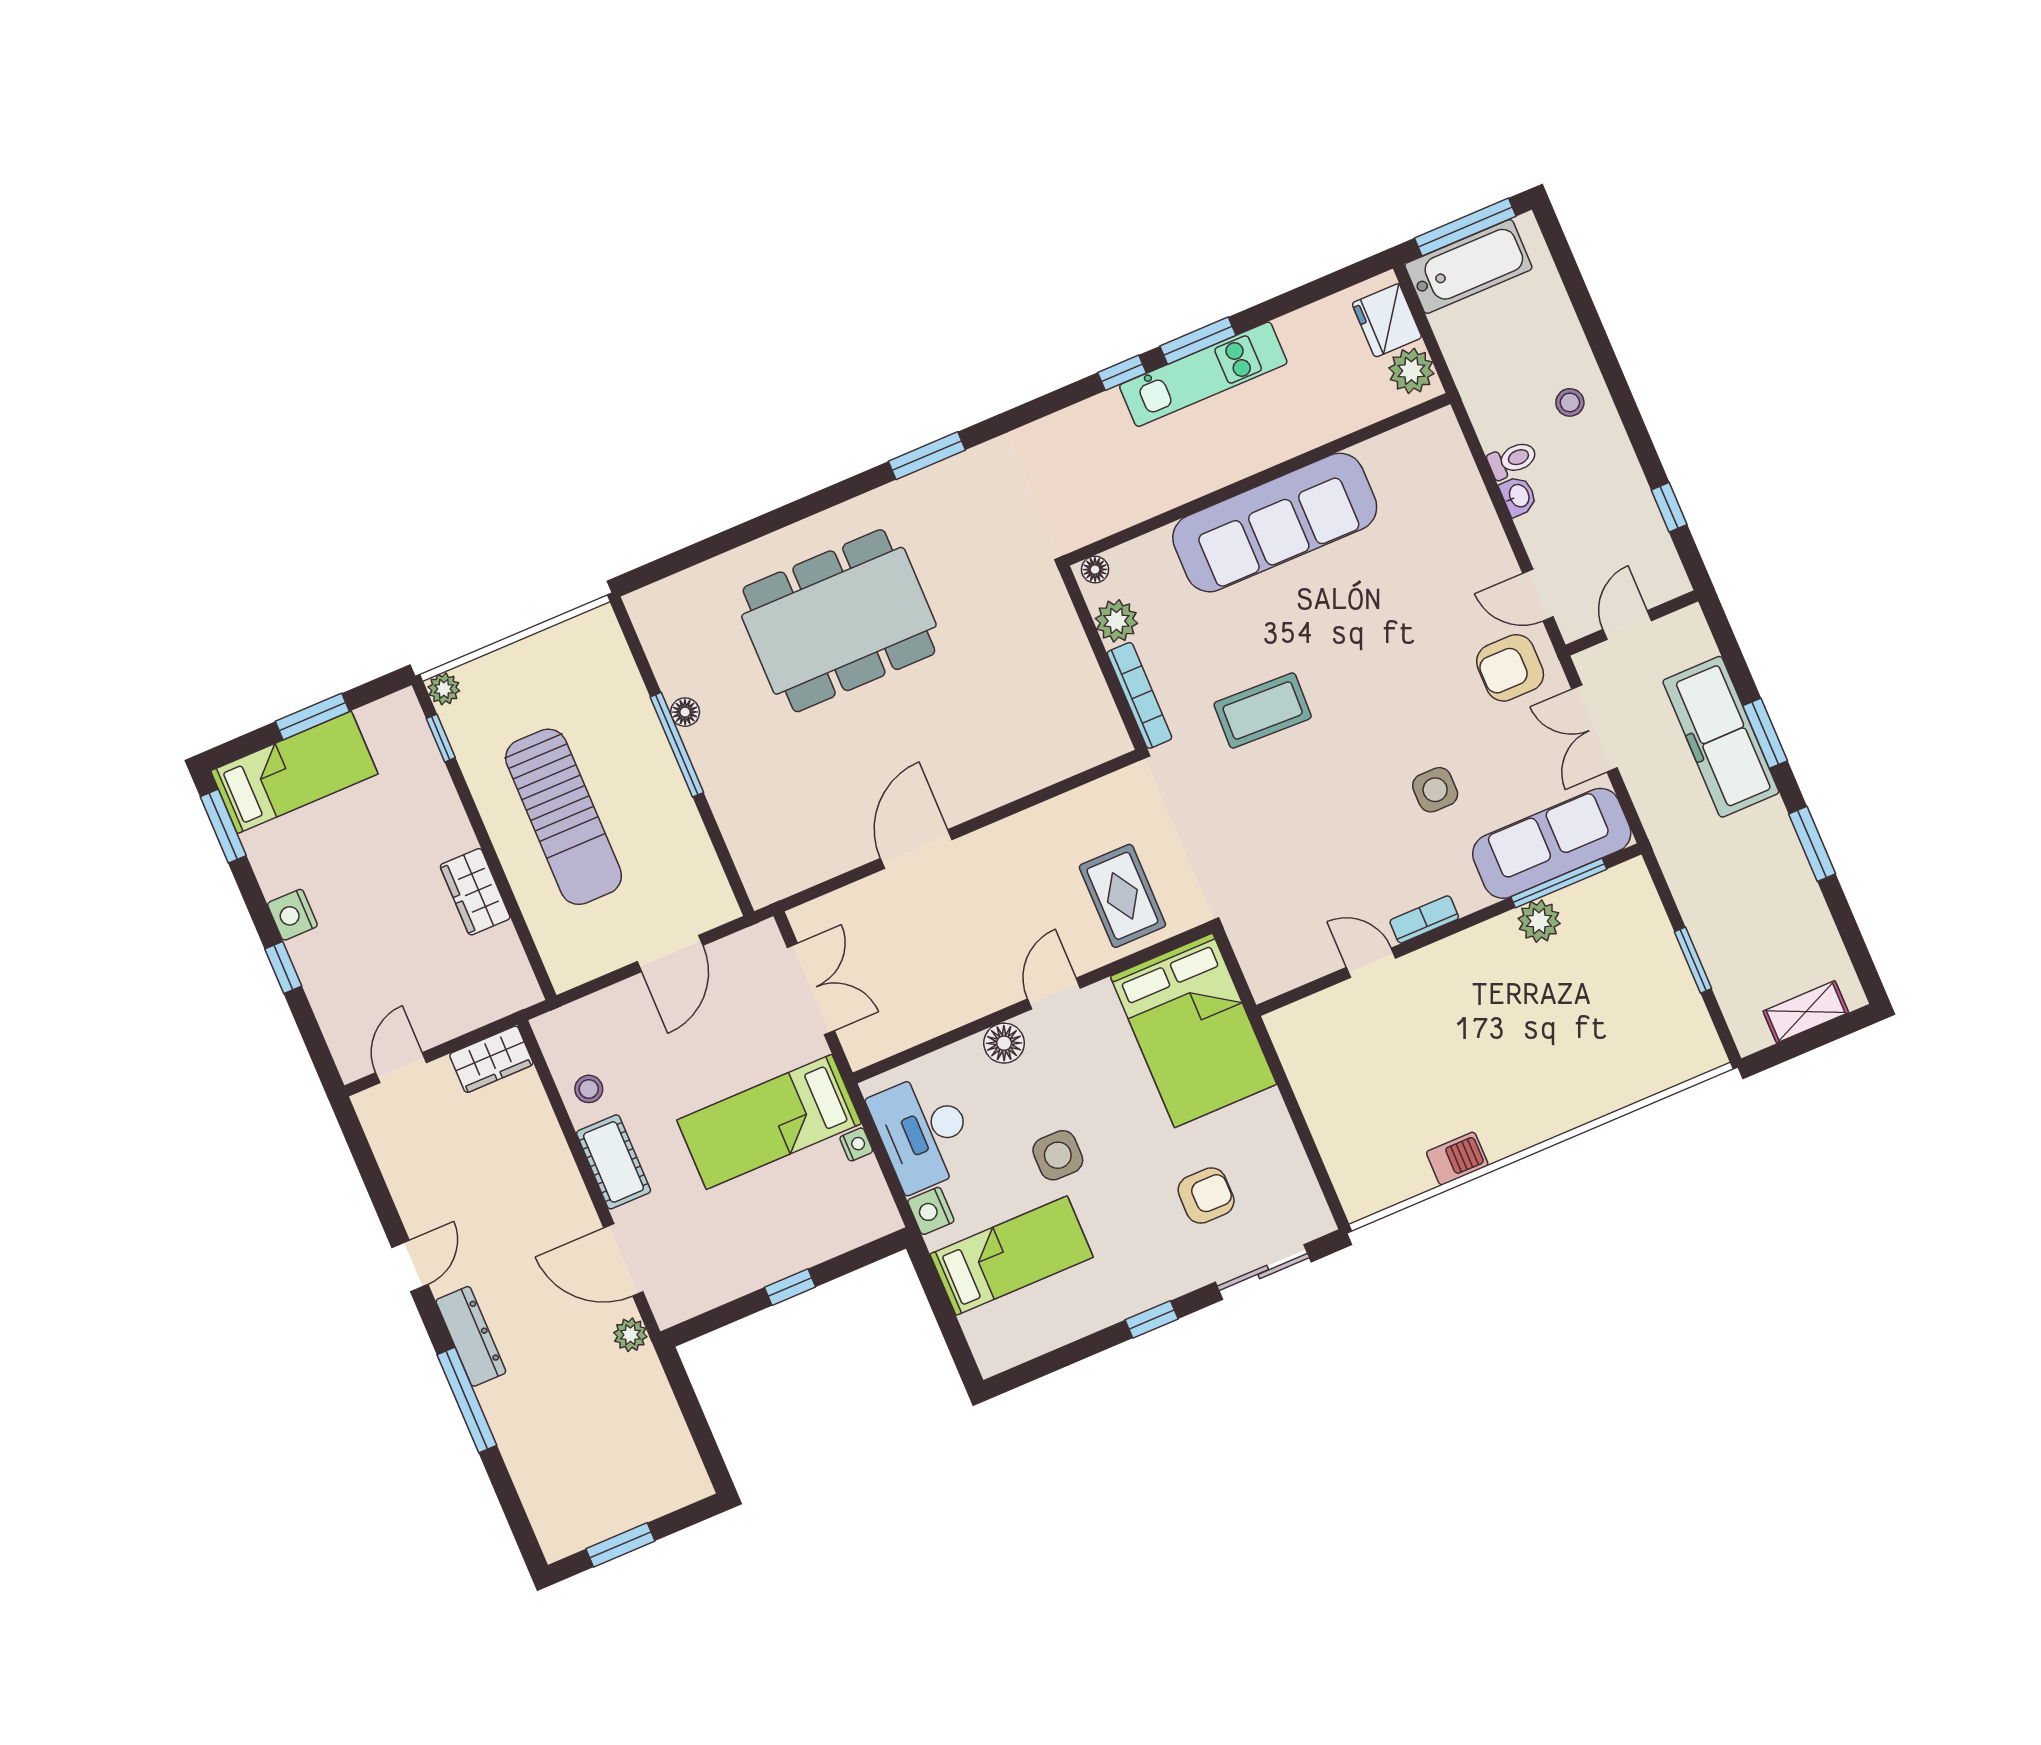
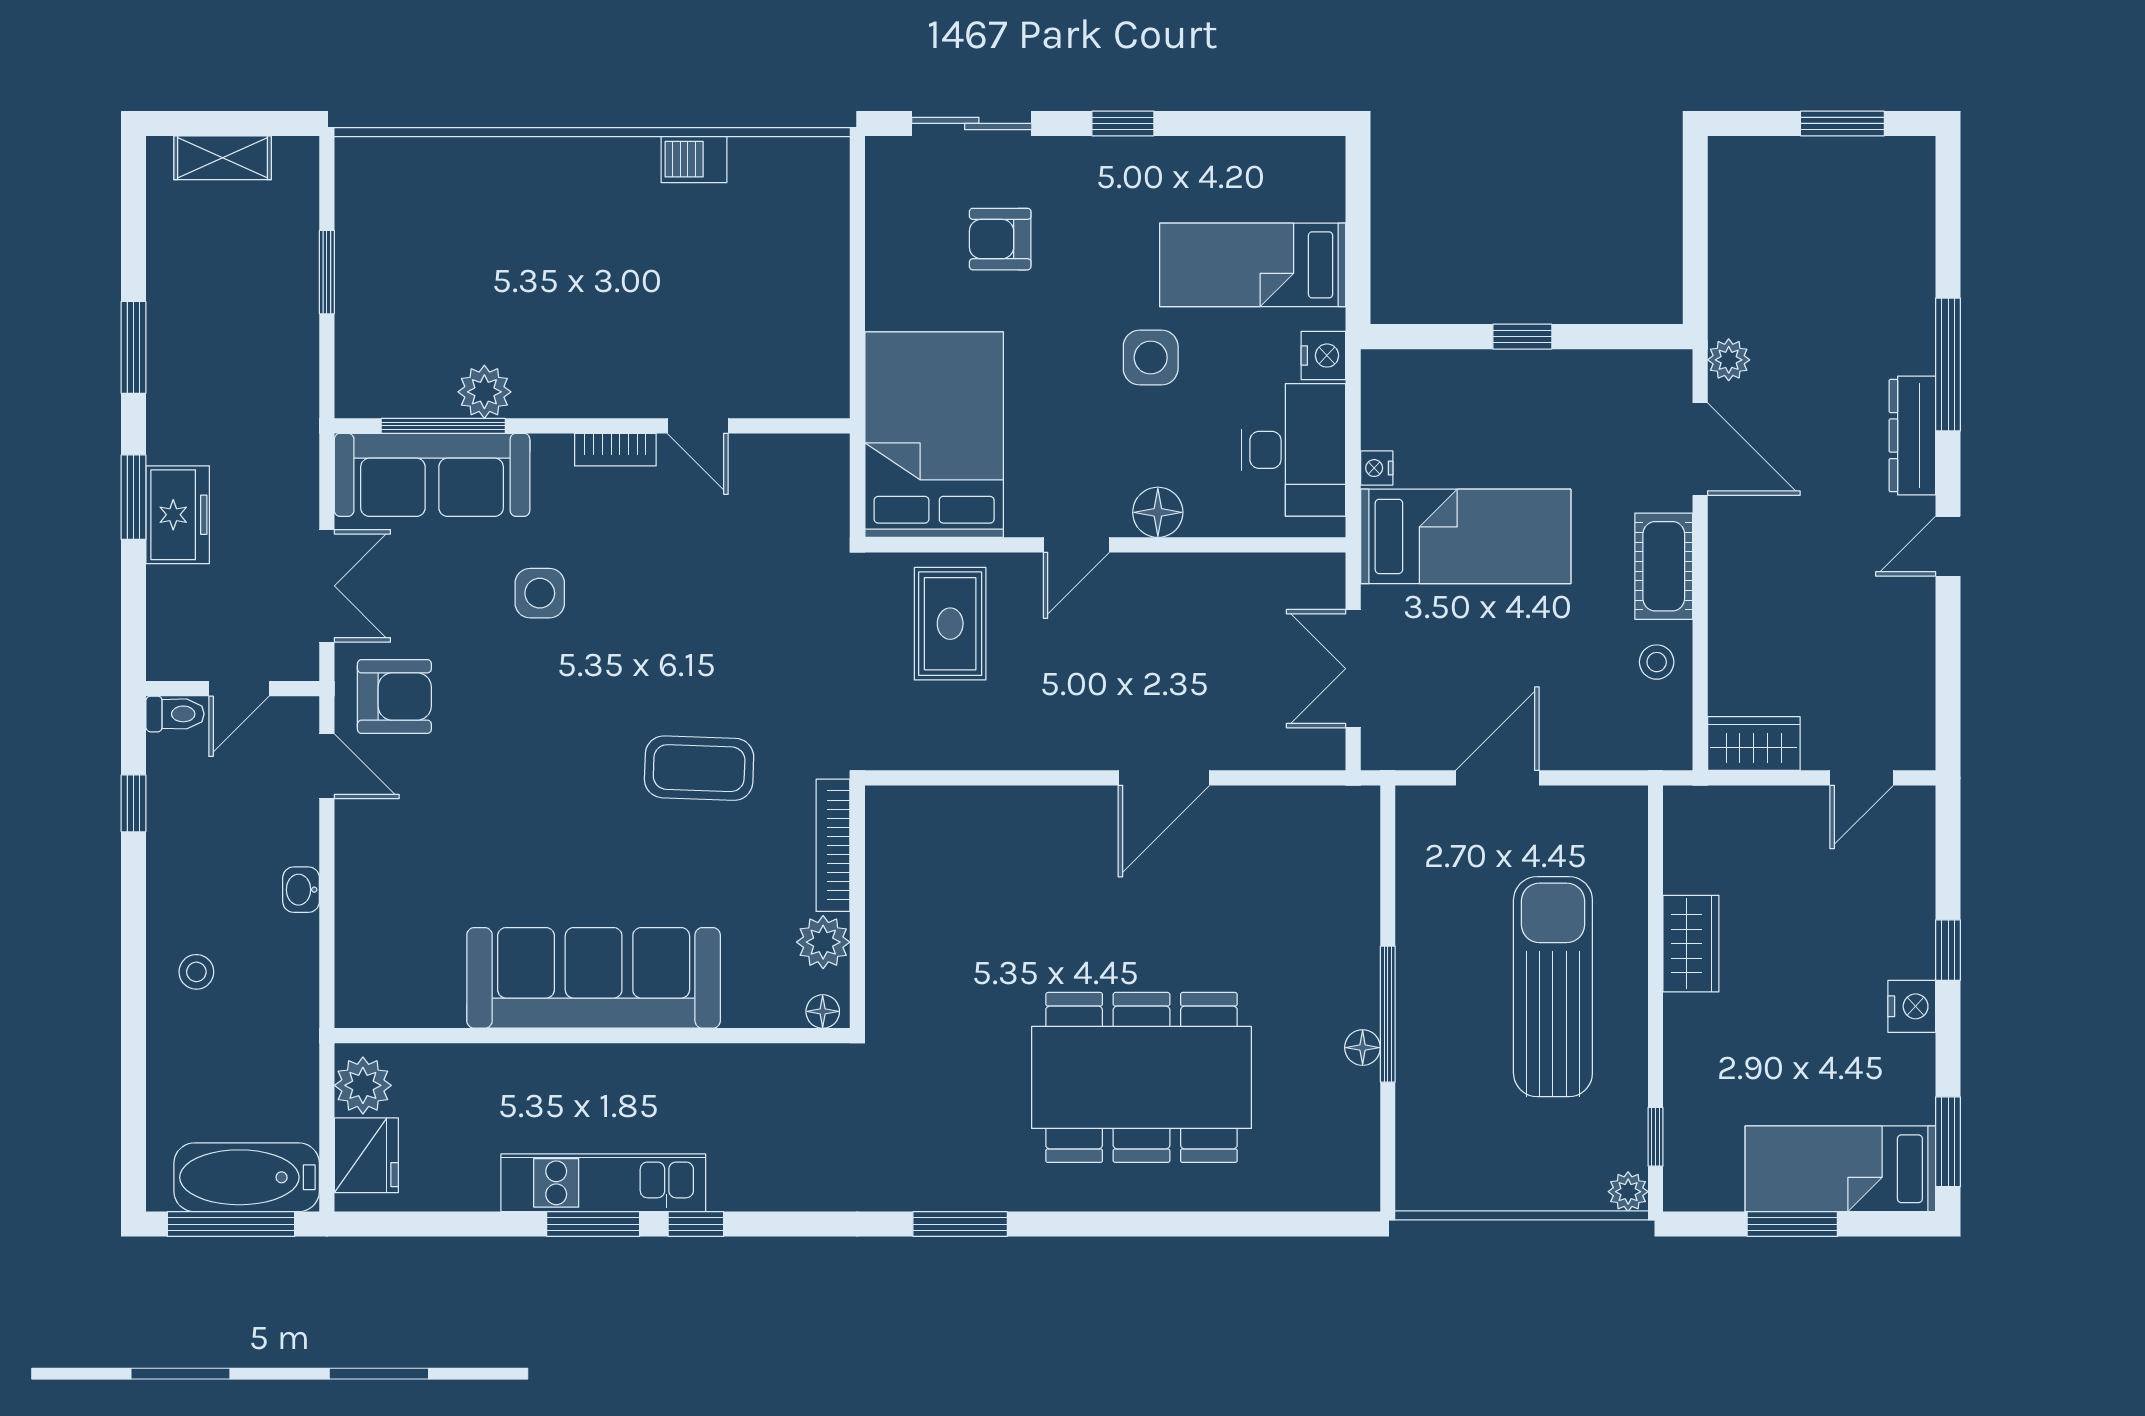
toilet: (1512, 460) -> (175, 714), moved, turned 180
freezer: (1721, 737) -> (178, 515), width x0.52, depth x0.79

